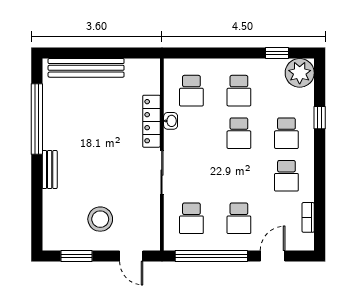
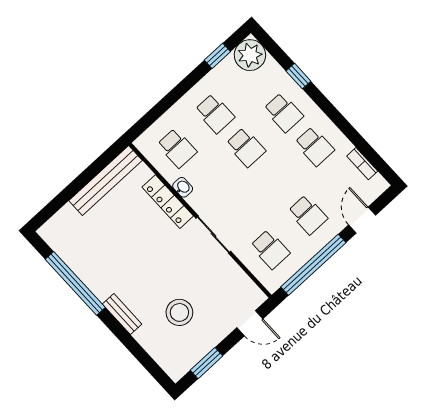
bench: (86, 68) -> (106, 181), moved
stool: (100, 219) -> (179, 312), moved

